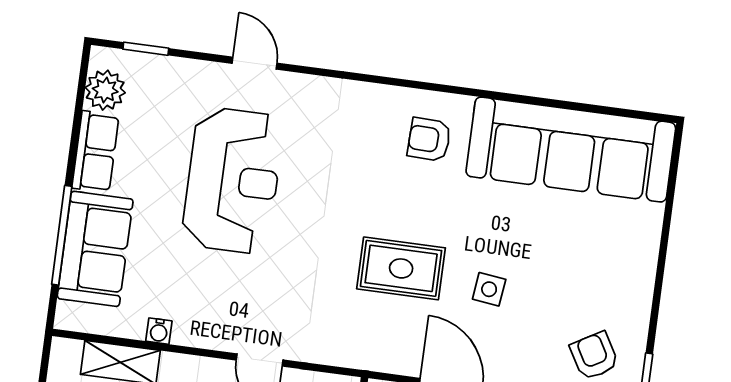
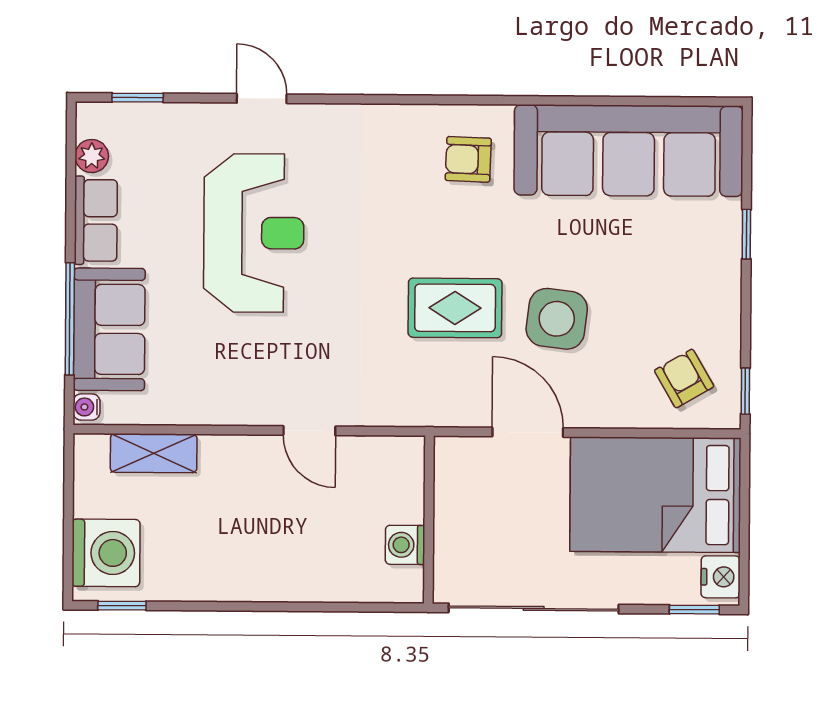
plant: (105, 90) -> (92, 156), width x0.73, depth x0.73
window: (665, 236) -> (746, 234), added
side table: (489, 289) -> (557, 319), width x1.87, depth x1.87
water cooler: (159, 331) -> (87, 407), moved, turned 90

